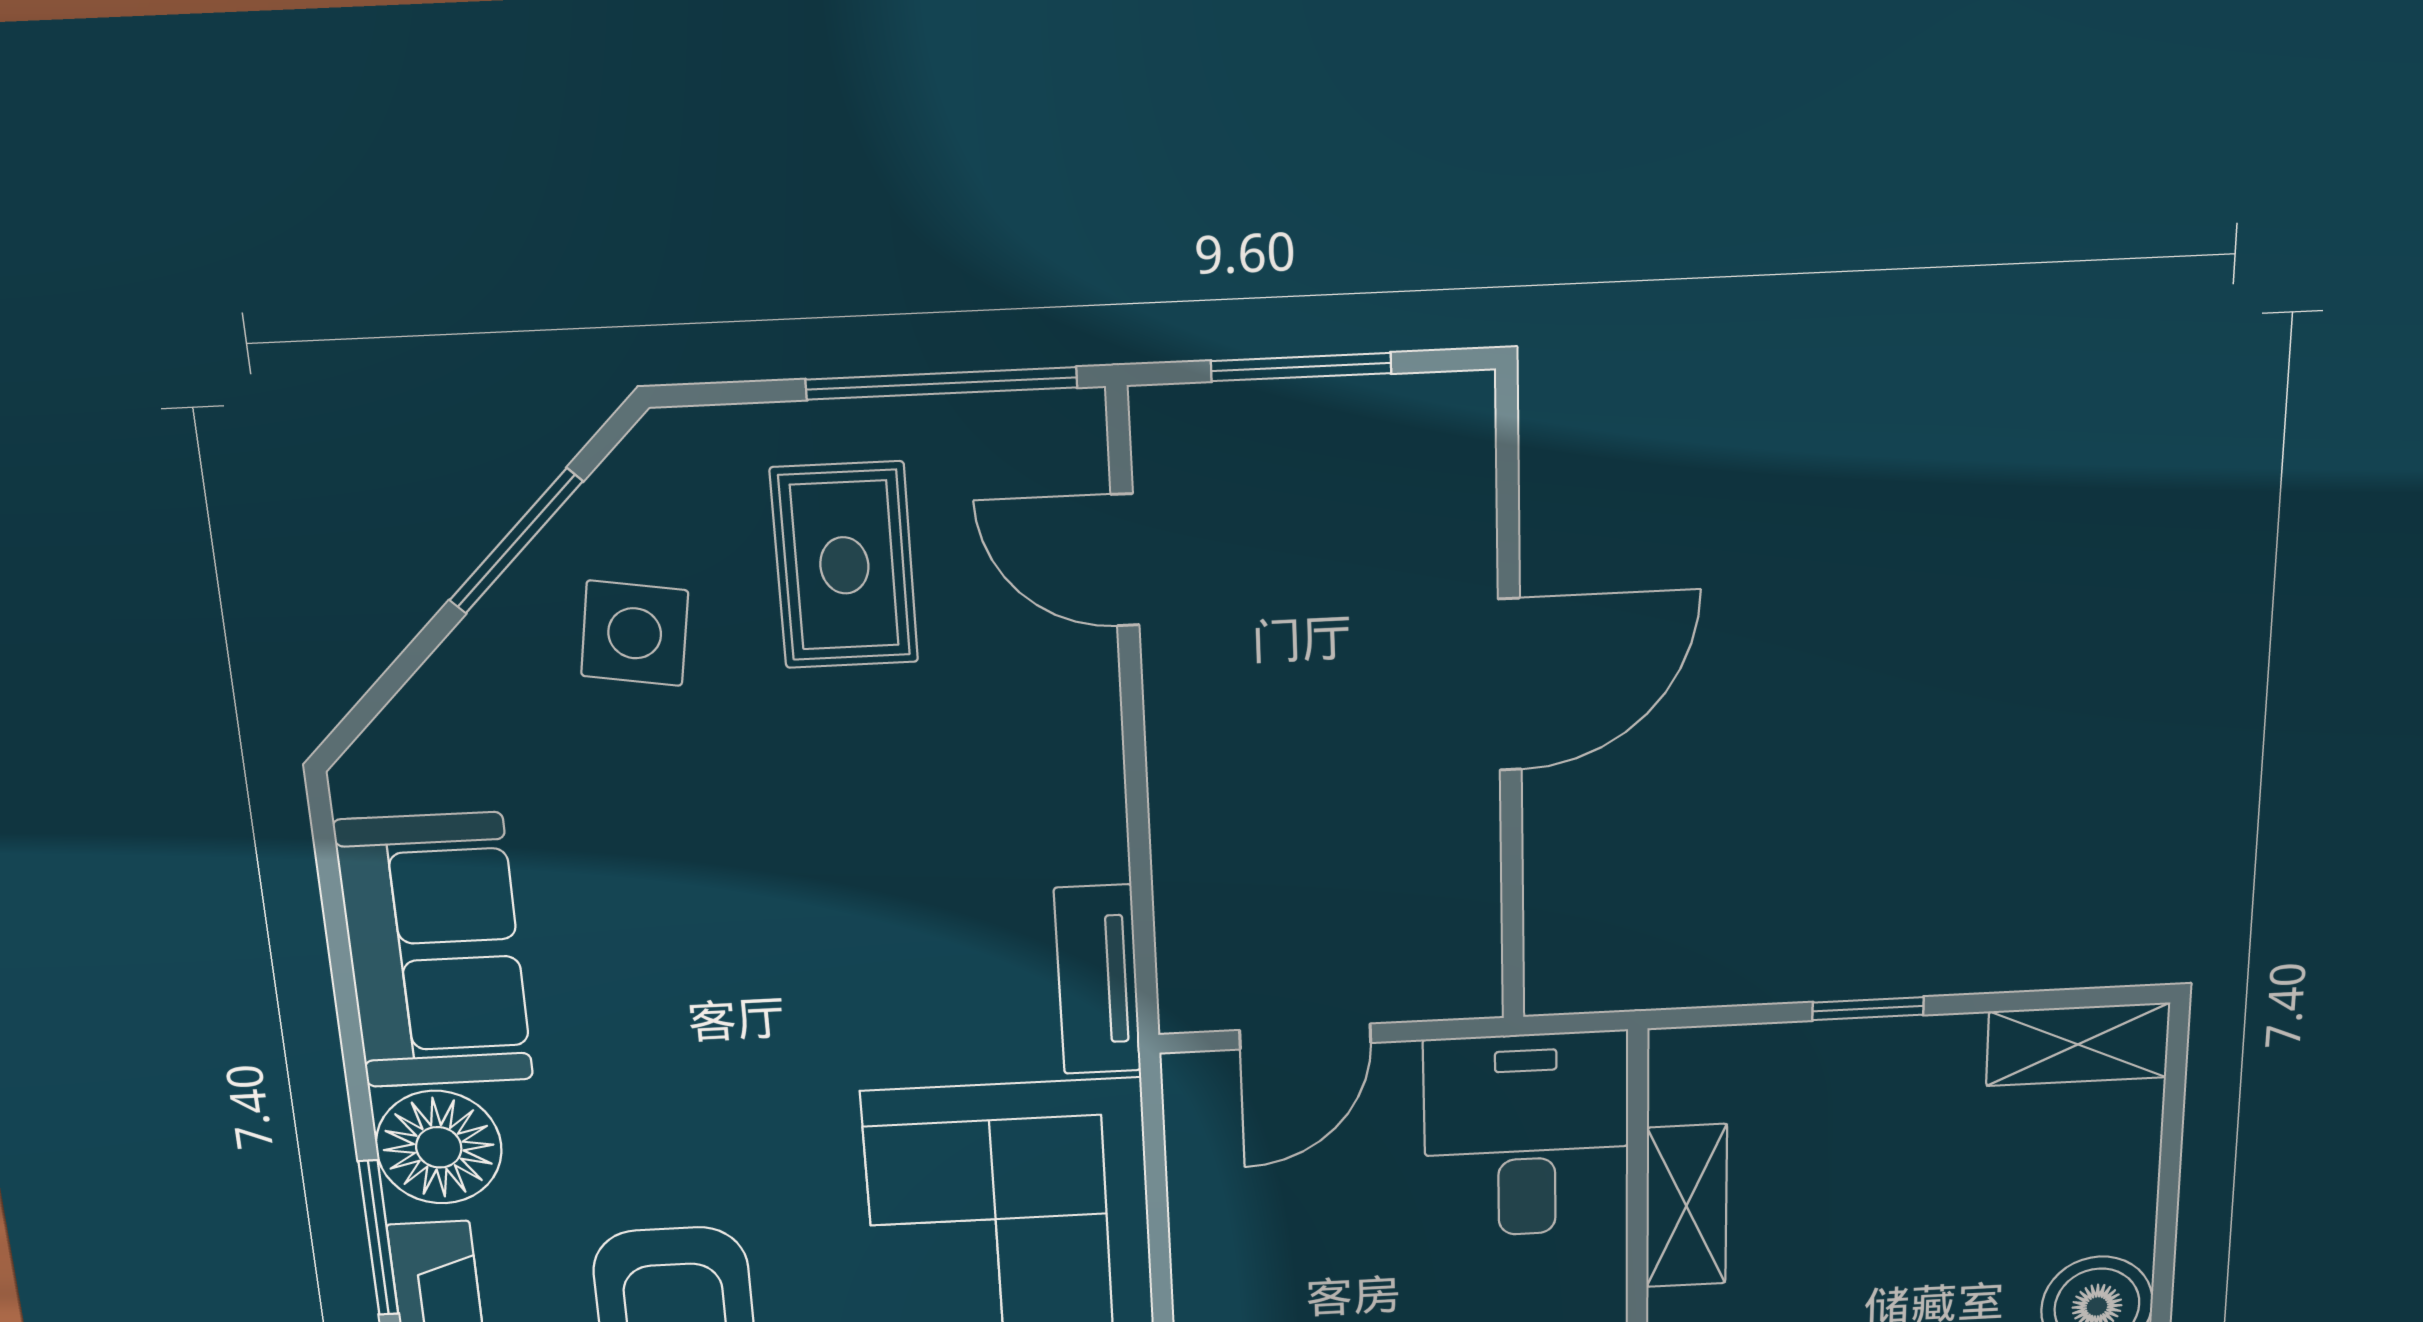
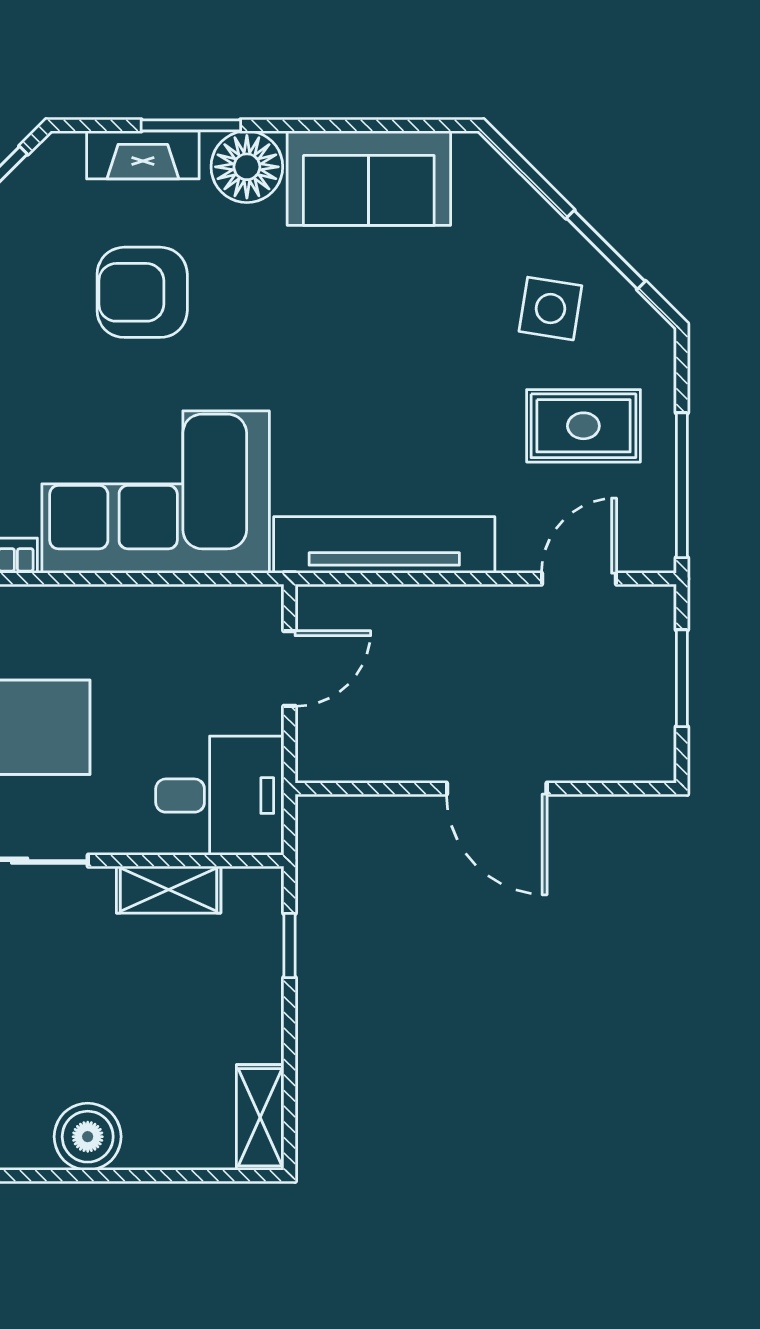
tv unit: (1098, 980) -> (384, 545), width x1.92, depth x1.29
window: (1868, 1009) -> (289, 945), moved
door: (1305, 1037) -> (289, 668), swing flipped

